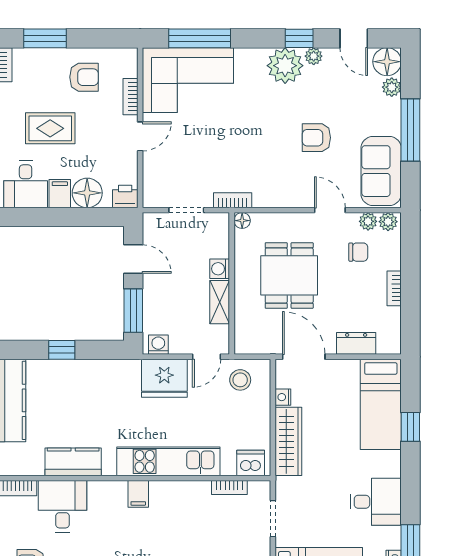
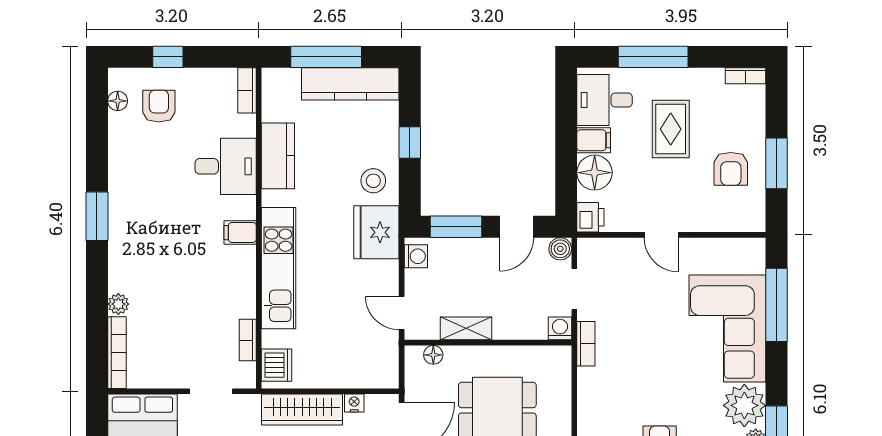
window: (45, 38) -> (776, 163), moved
corner sofa: (188, 80) -> (727, 328), moved
bookcase: (131, 97) -> (708, 224), removed
floor lamp: (242, 221) -> (433, 355), moved
boiler: (152, 222) -> (560, 249), added
washing machine: (220, 269) -> (560, 328), moved
fridge: (164, 378) -> (376, 232), moved
stool: (240, 380) -> (373, 181), moved
desk: (63, 506) -> (226, 166), moved

